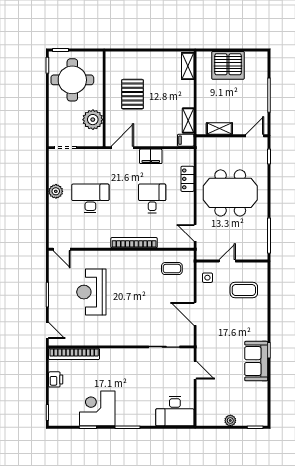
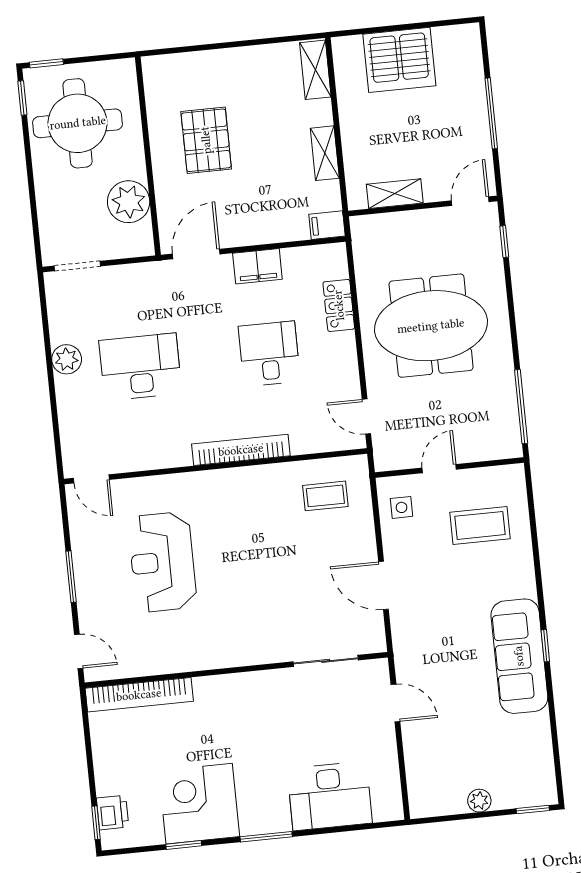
shelving: (188, 120) -> (325, 153), moved
sofa: (256, 361) -> (519, 656), width x1.36
printer: (56, 379) -> (113, 813), moved
desk: (175, 411) -> (330, 796), moved

